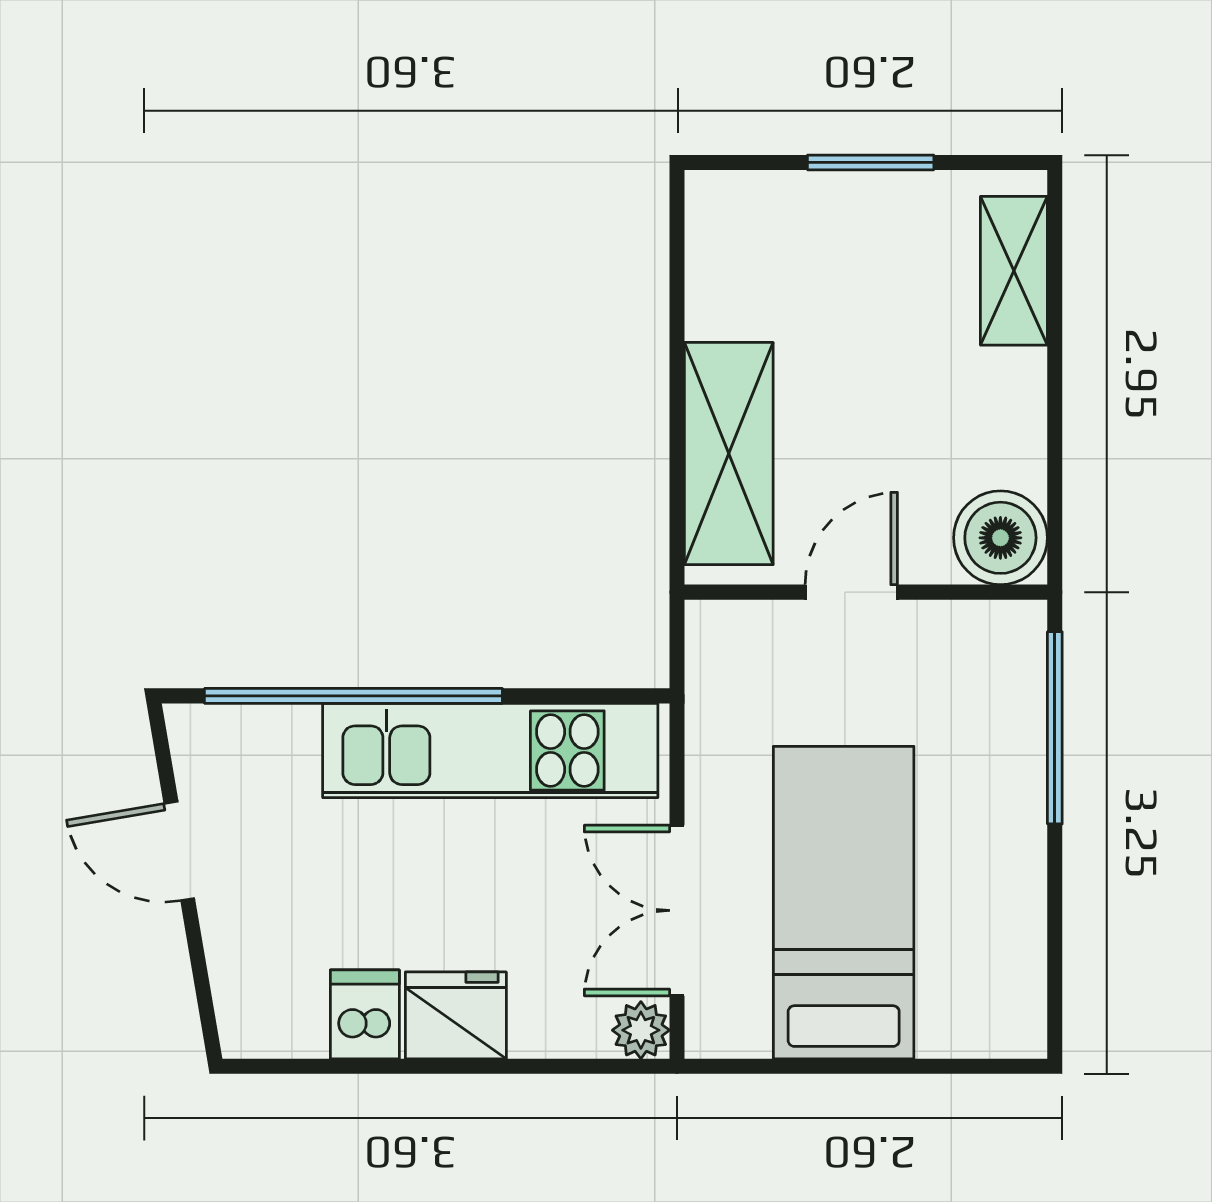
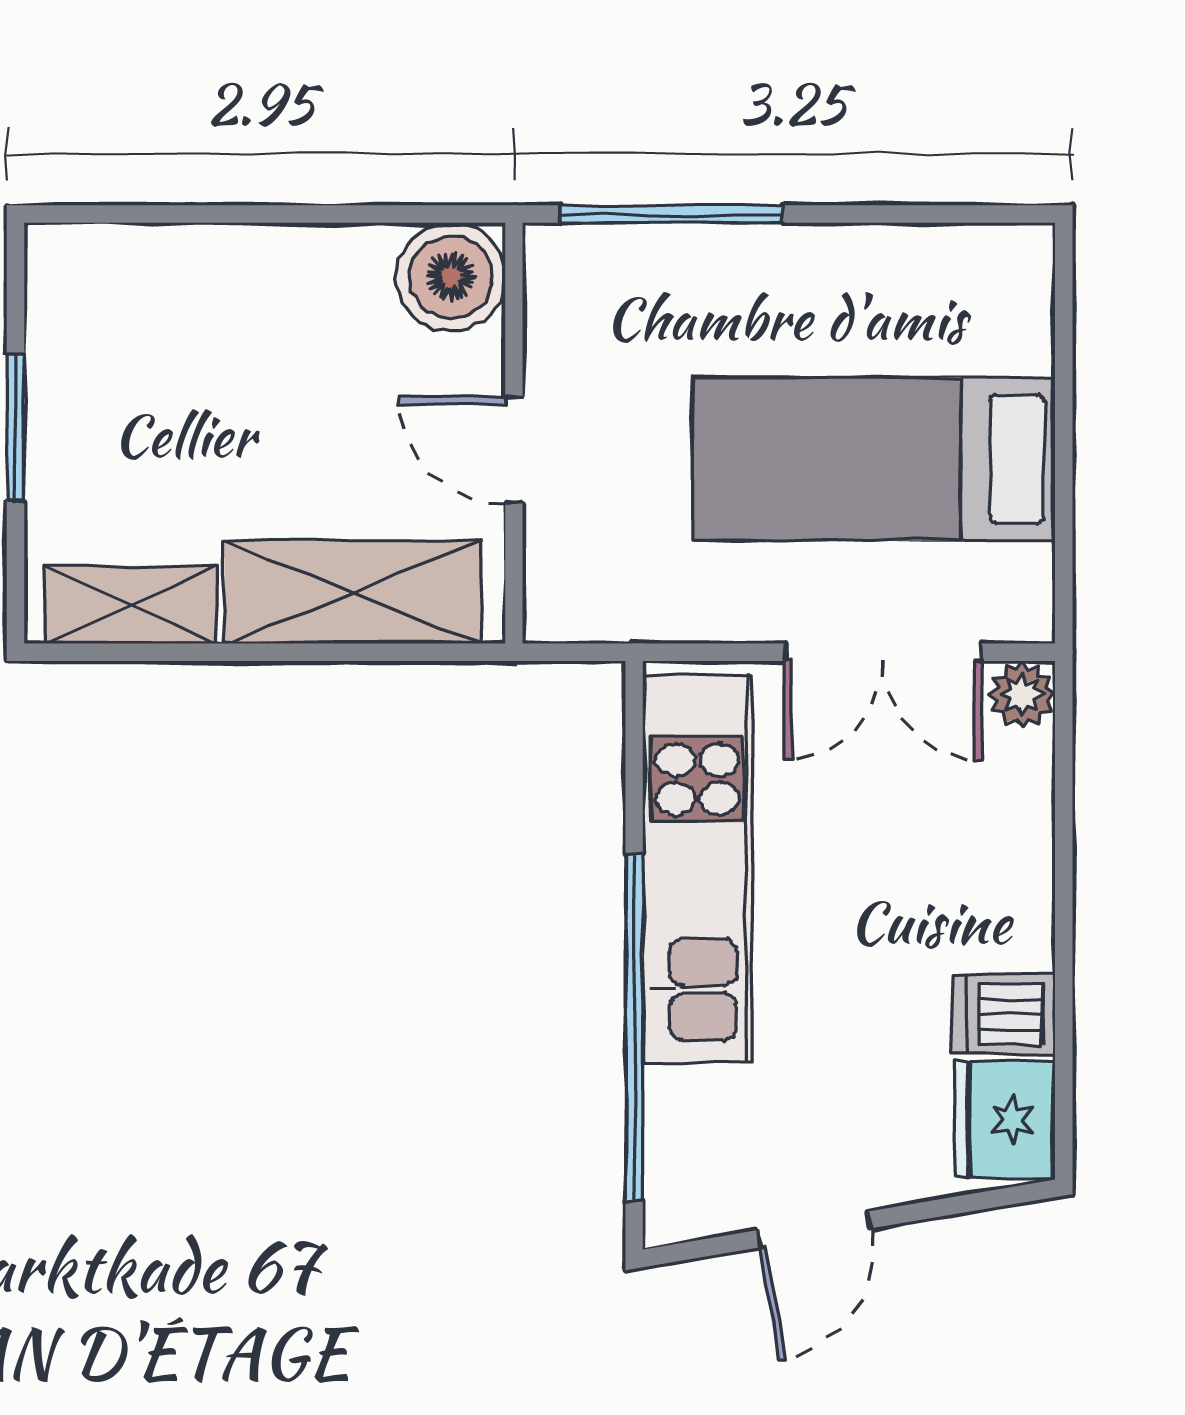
shelving: (1014, 271) -> (131, 605), moved
fridge: (456, 1015) -> (1005, 1120), moved

